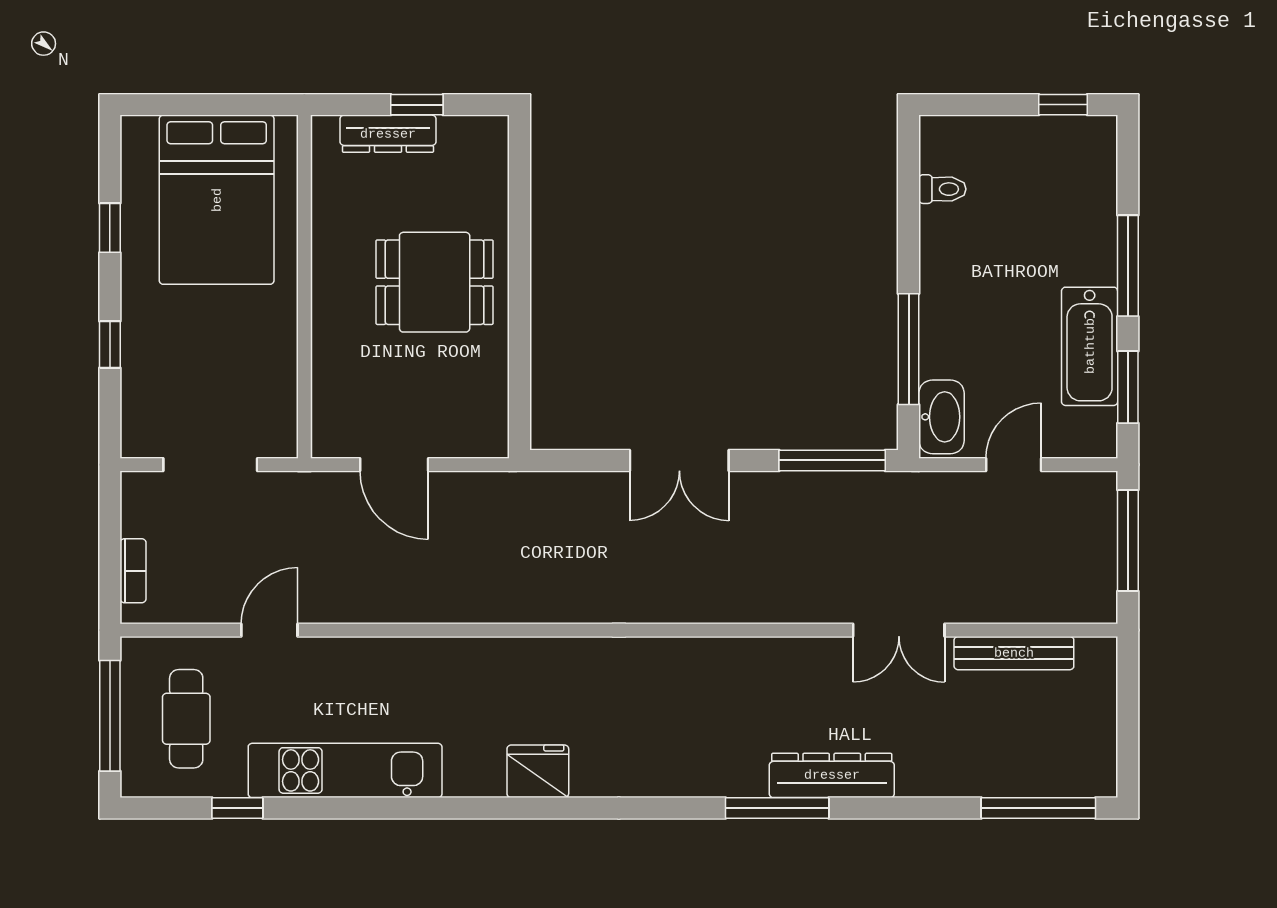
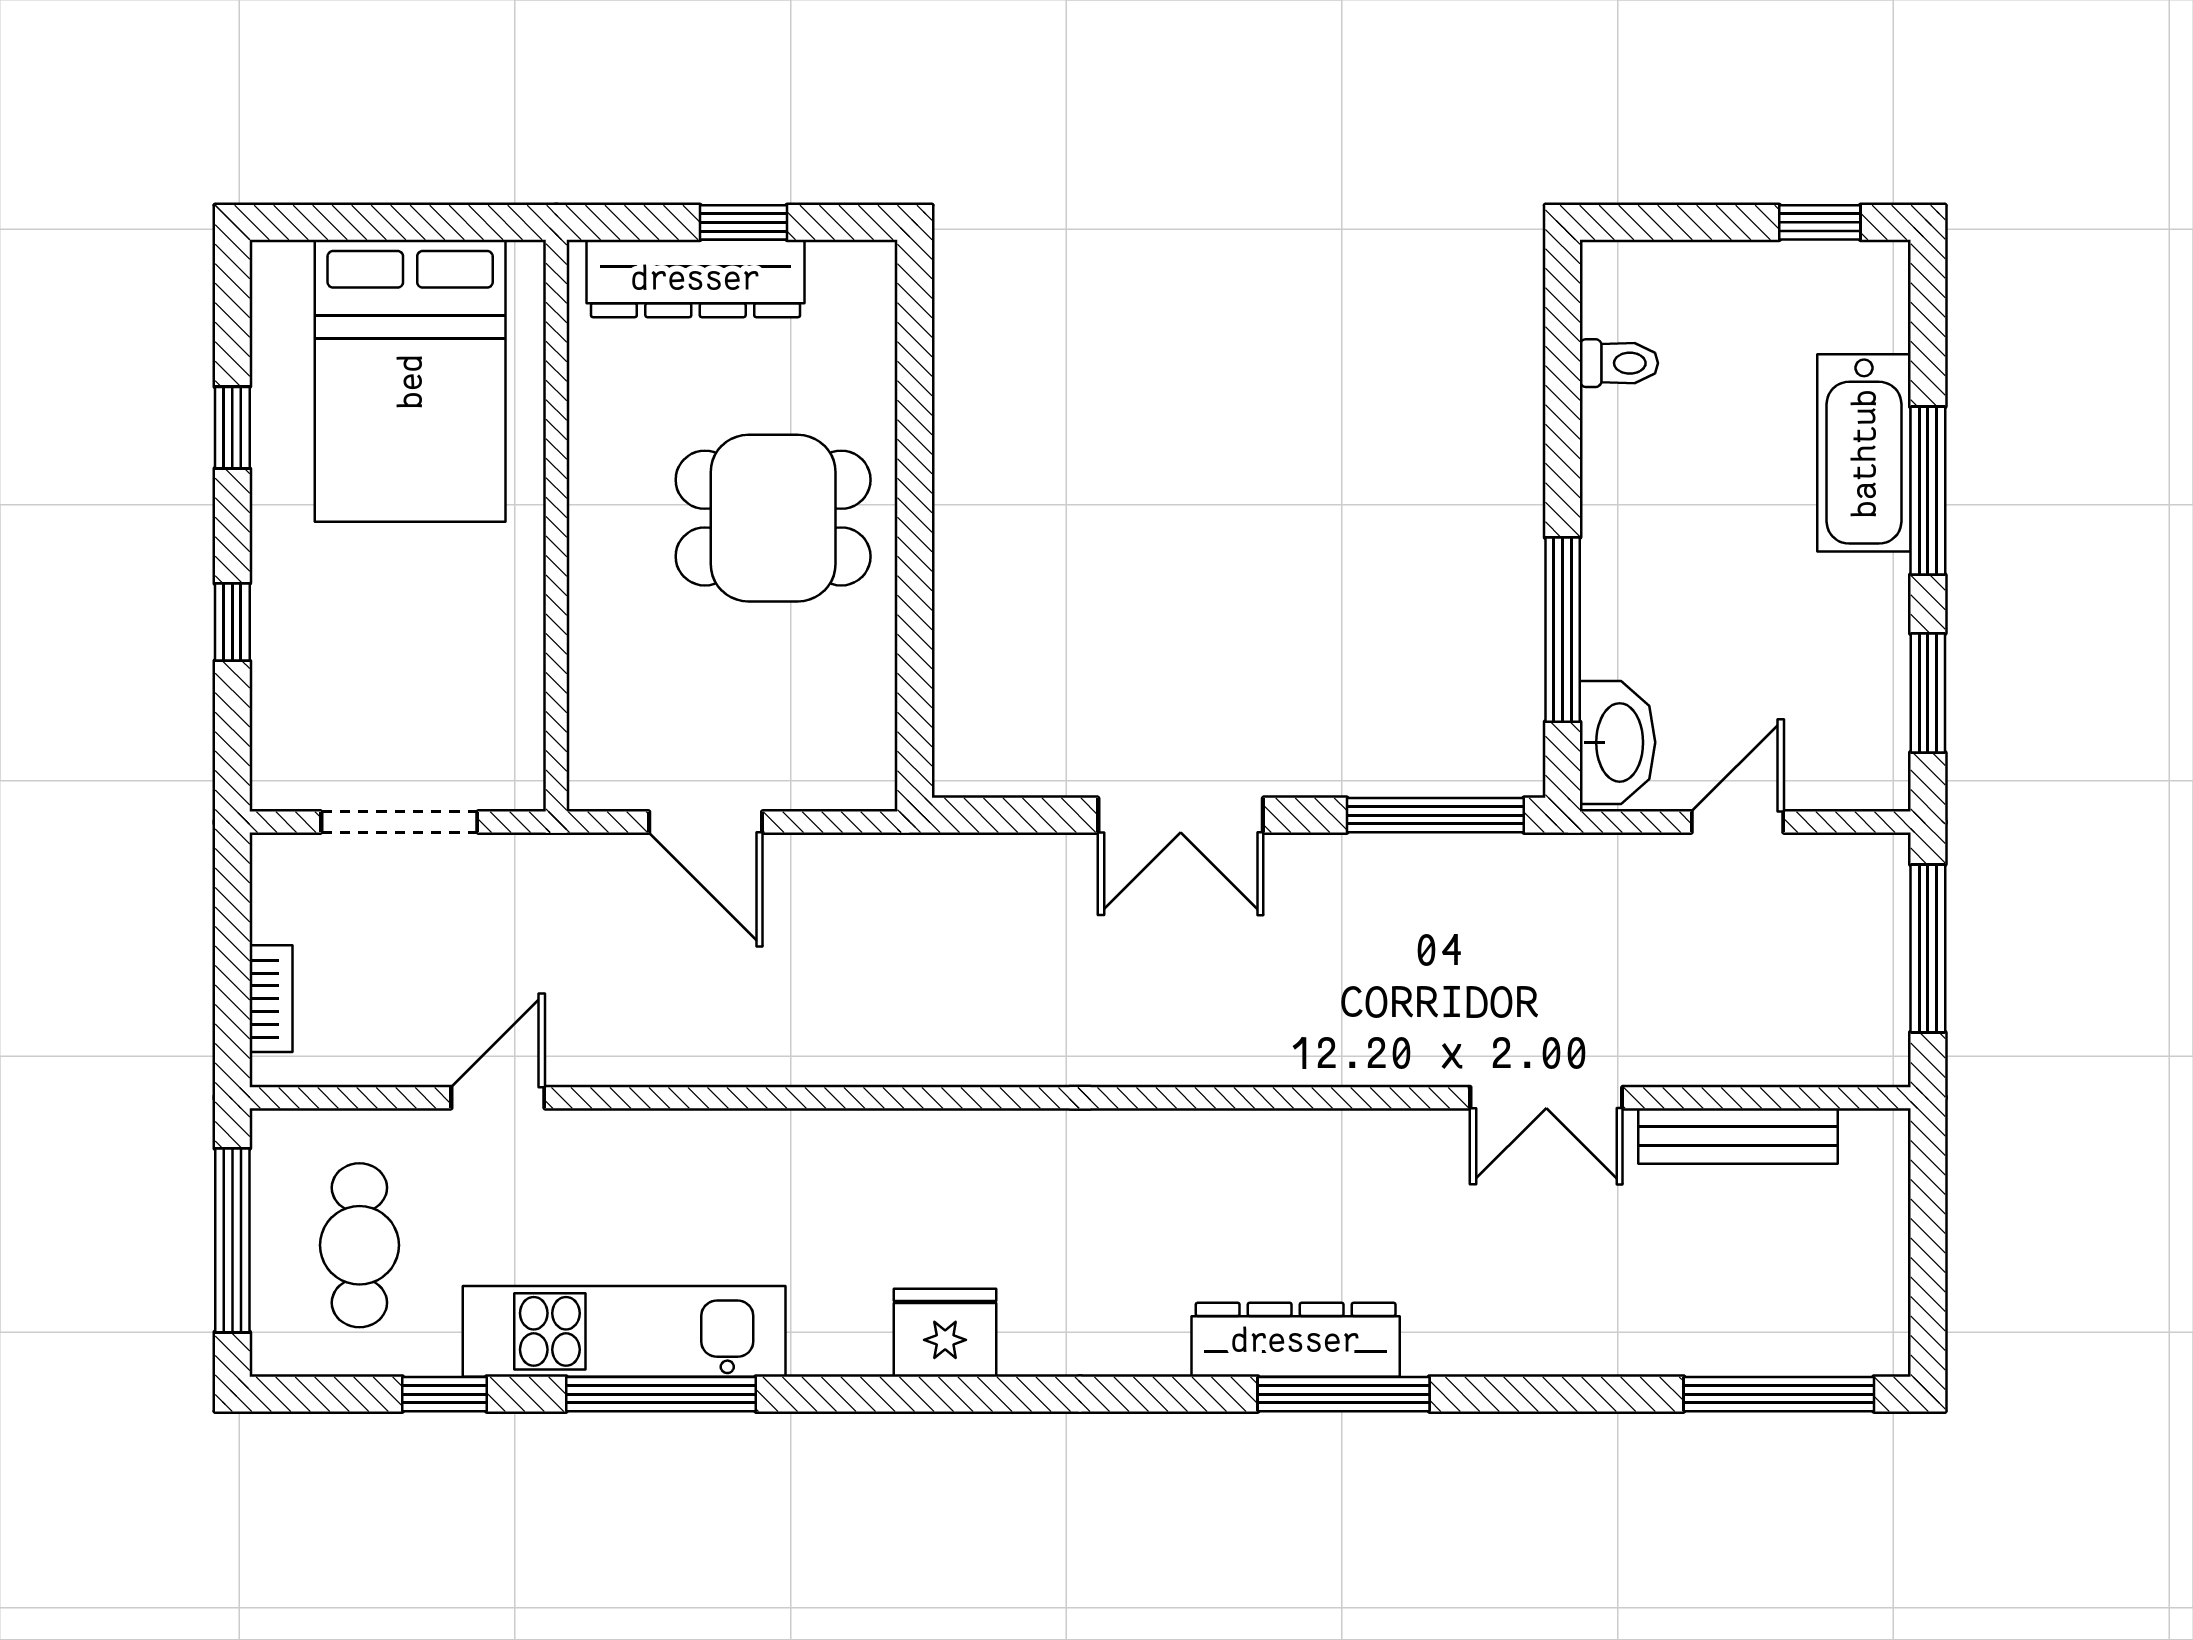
dresser: (388, 134) -> (696, 278), width x1.37, depth x1.24
bathtub: (1090, 346) -> (1864, 453), moved
dresser: (832, 775) -> (1296, 1340), moved
window: (367, 808) -> (661, 1394), added

